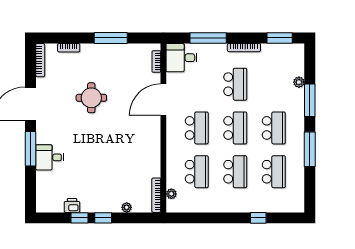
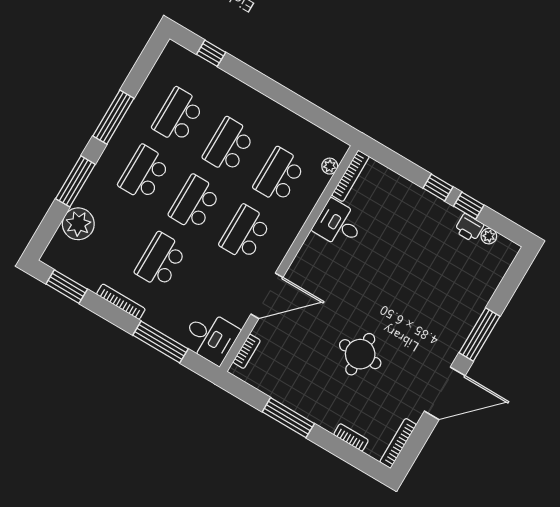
plant: (299, 82) -> (78, 224), width x1.88, depth x1.88
desk: (50, 157) -> (339, 224), moved, turned 180
plant: (127, 207) -> (489, 236), moved
window: (258, 218) -> (211, 53), moved

